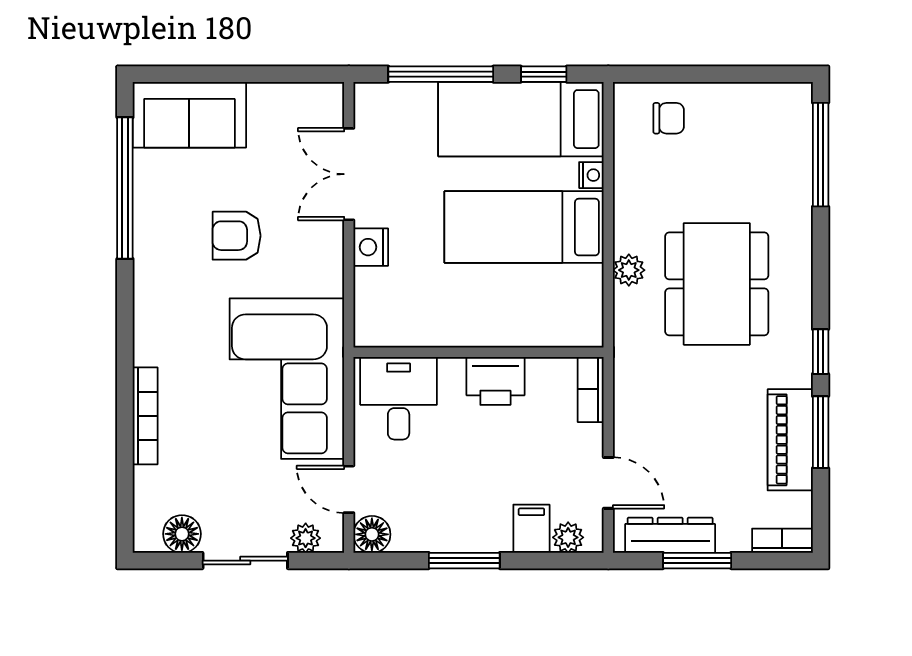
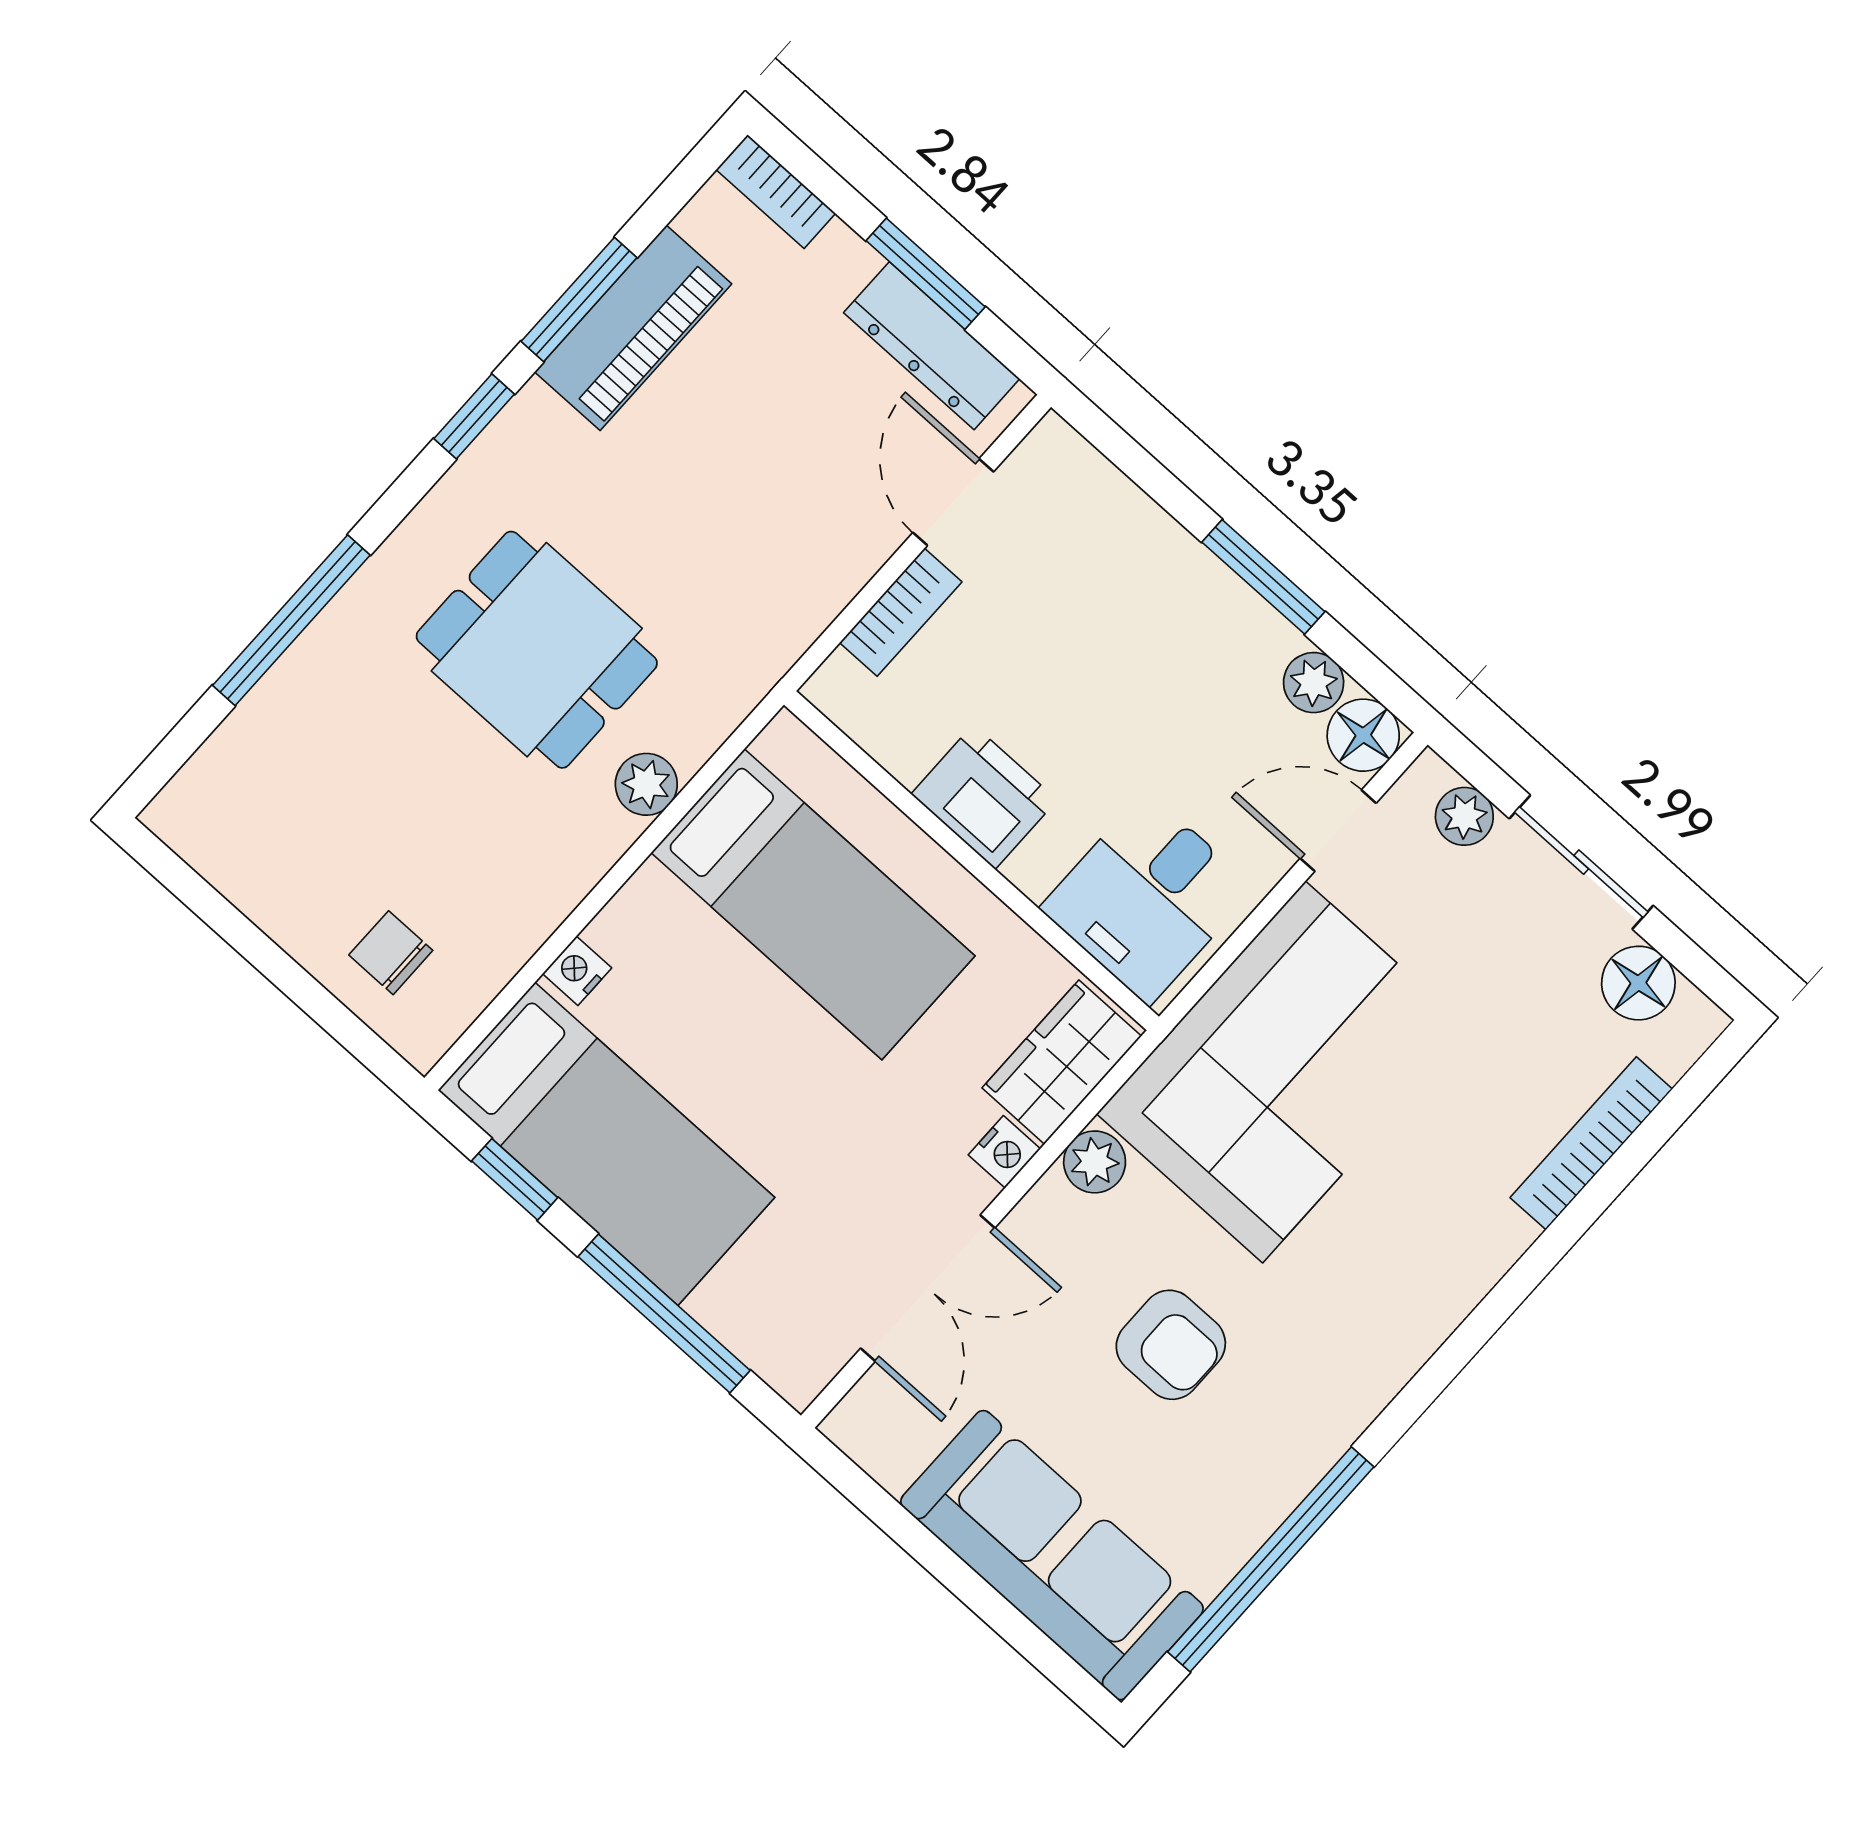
sofa: (189, 115) -> (1052, 1555), width x1.36
window: (821, 155) -> (291, 620), moved
bed: (524, 227) -> (813, 904), moved
nightstand: (371, 247) -> (1004, 1152), width x0.72, depth x0.74
plant: (328, 279) -> (1095, 1162), added
dining table: (717, 284) -> (537, 650), width x0.73
wardrobe: (375, 306) -> (1062, 1062), added
bookcase: (591, 389) -> (901, 612), moved
bookcase: (145, 416) -> (1591, 1143), moved
door: (349, 489) -> (1338, 831), swing flipped
filing cabinet: (531, 529) -> (1124, 536), removed
plant: (568, 537) -> (1314, 683), moved

